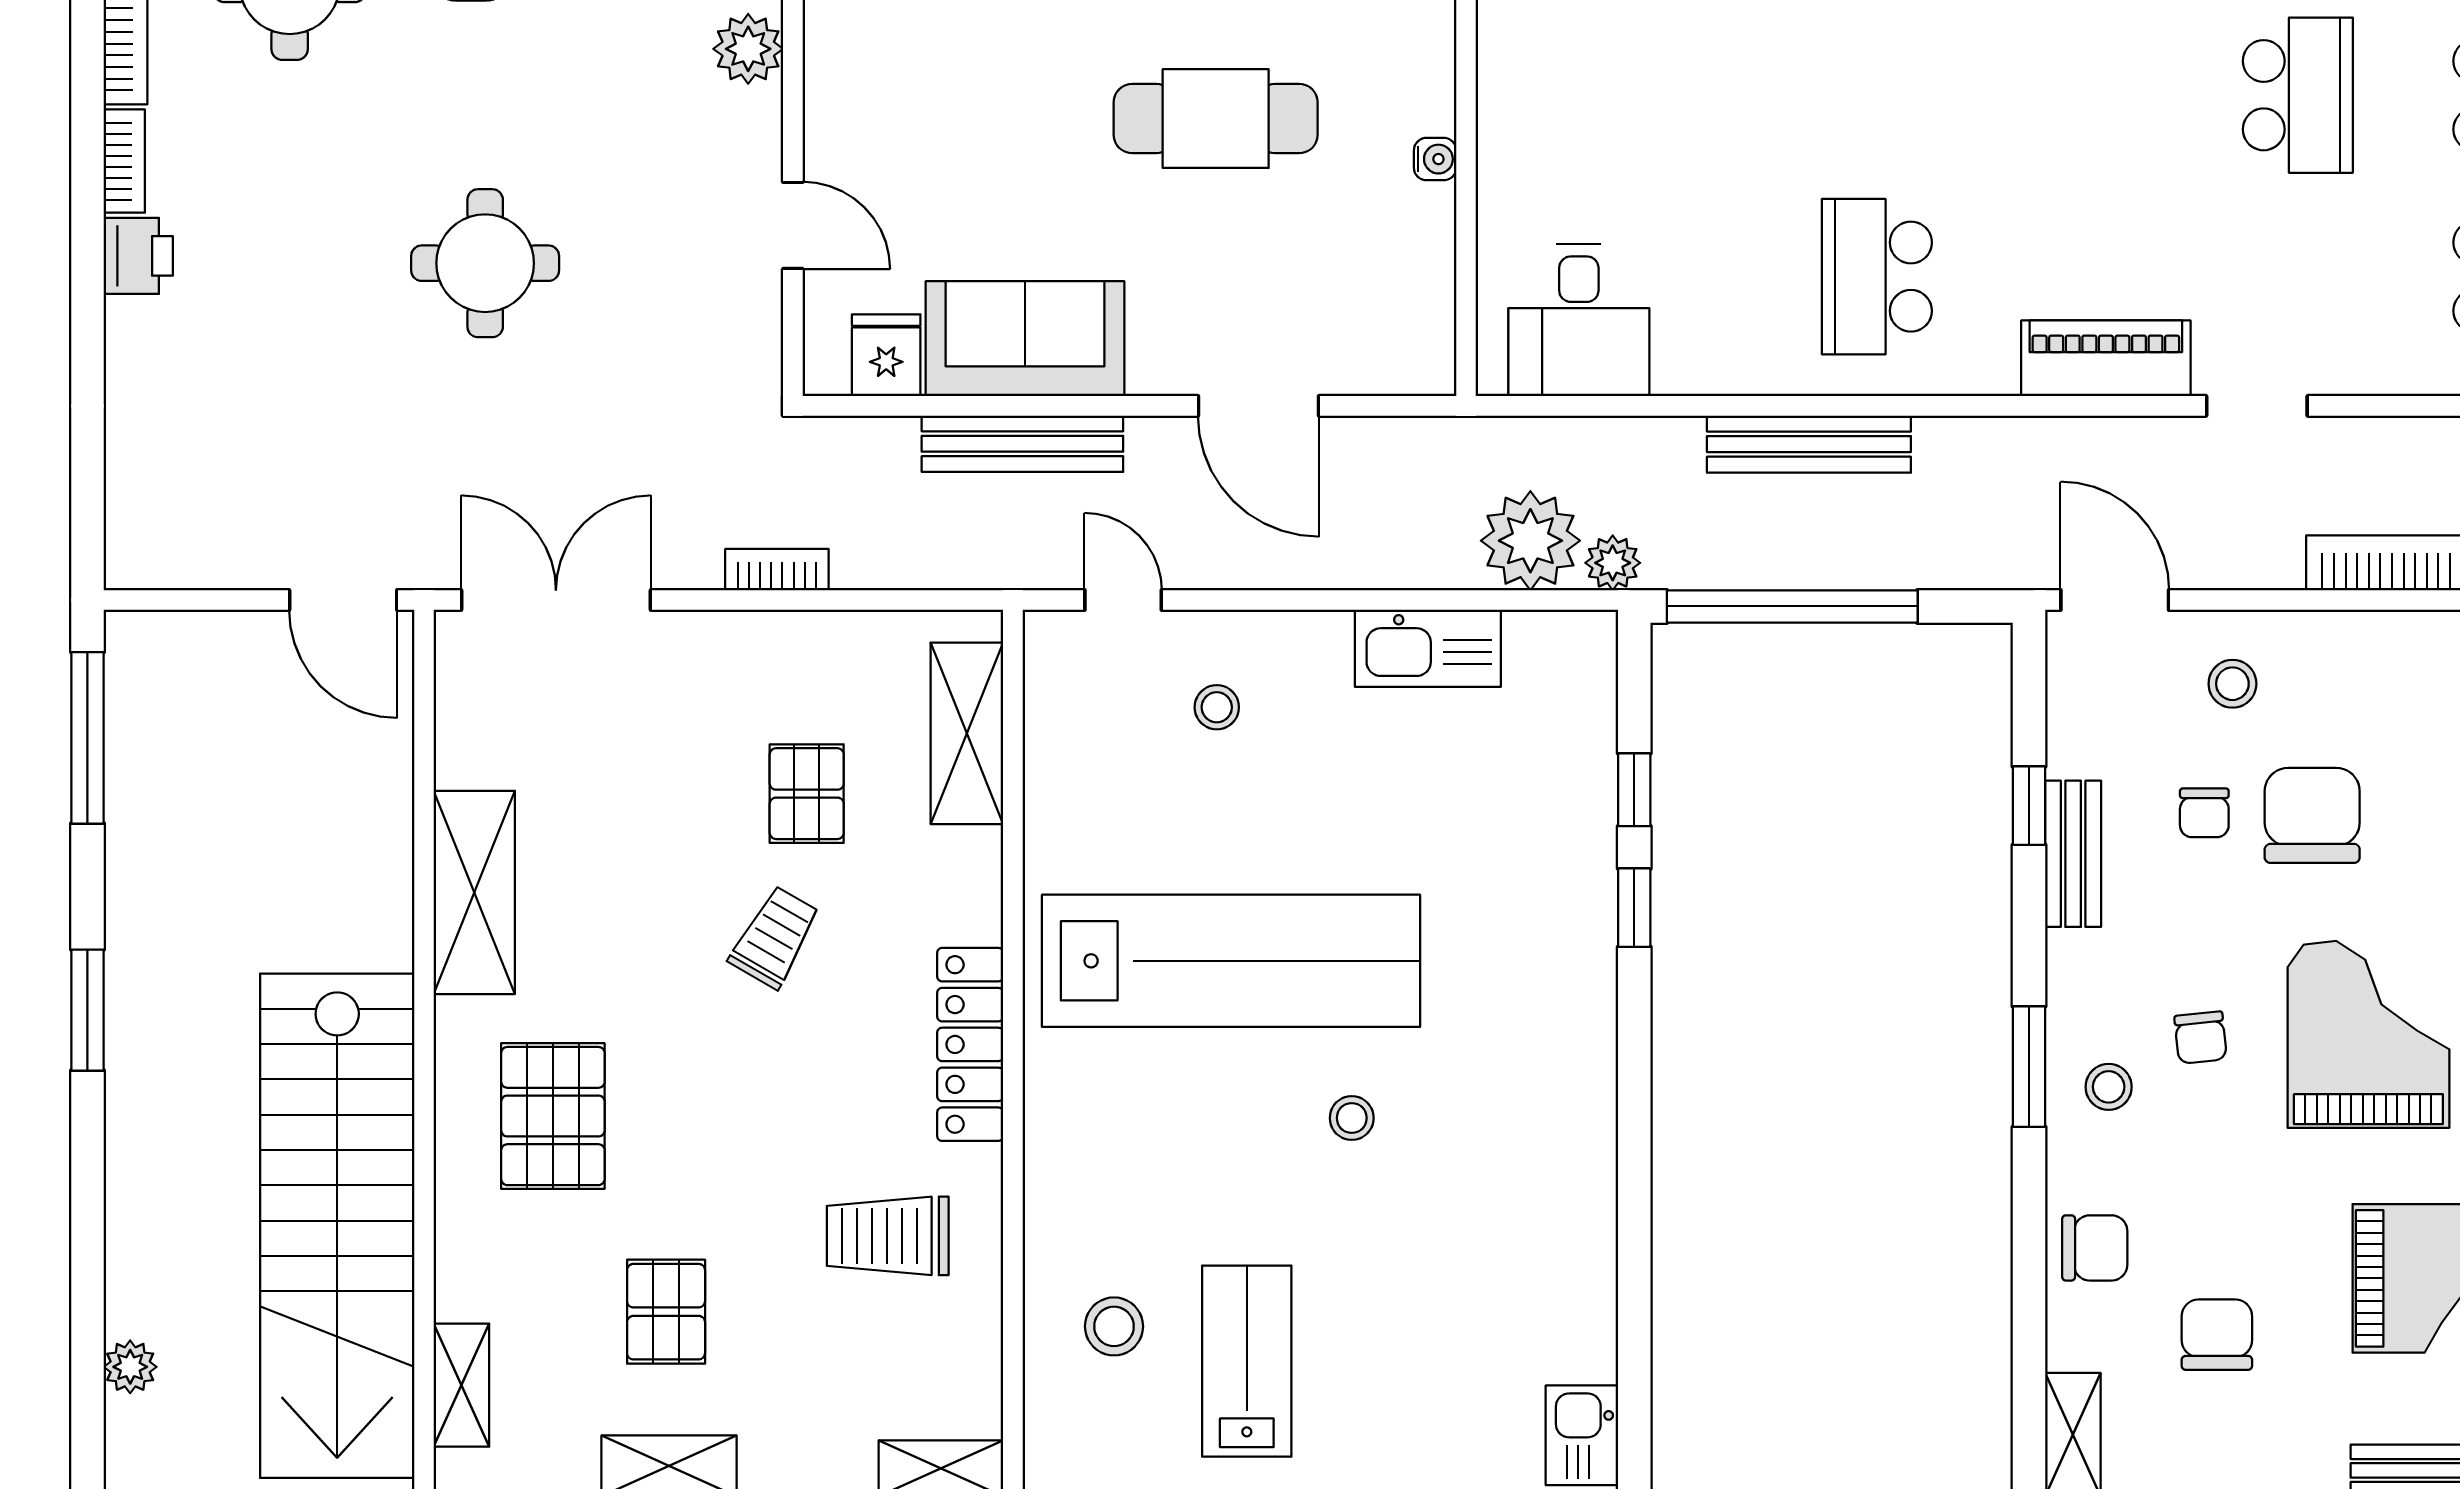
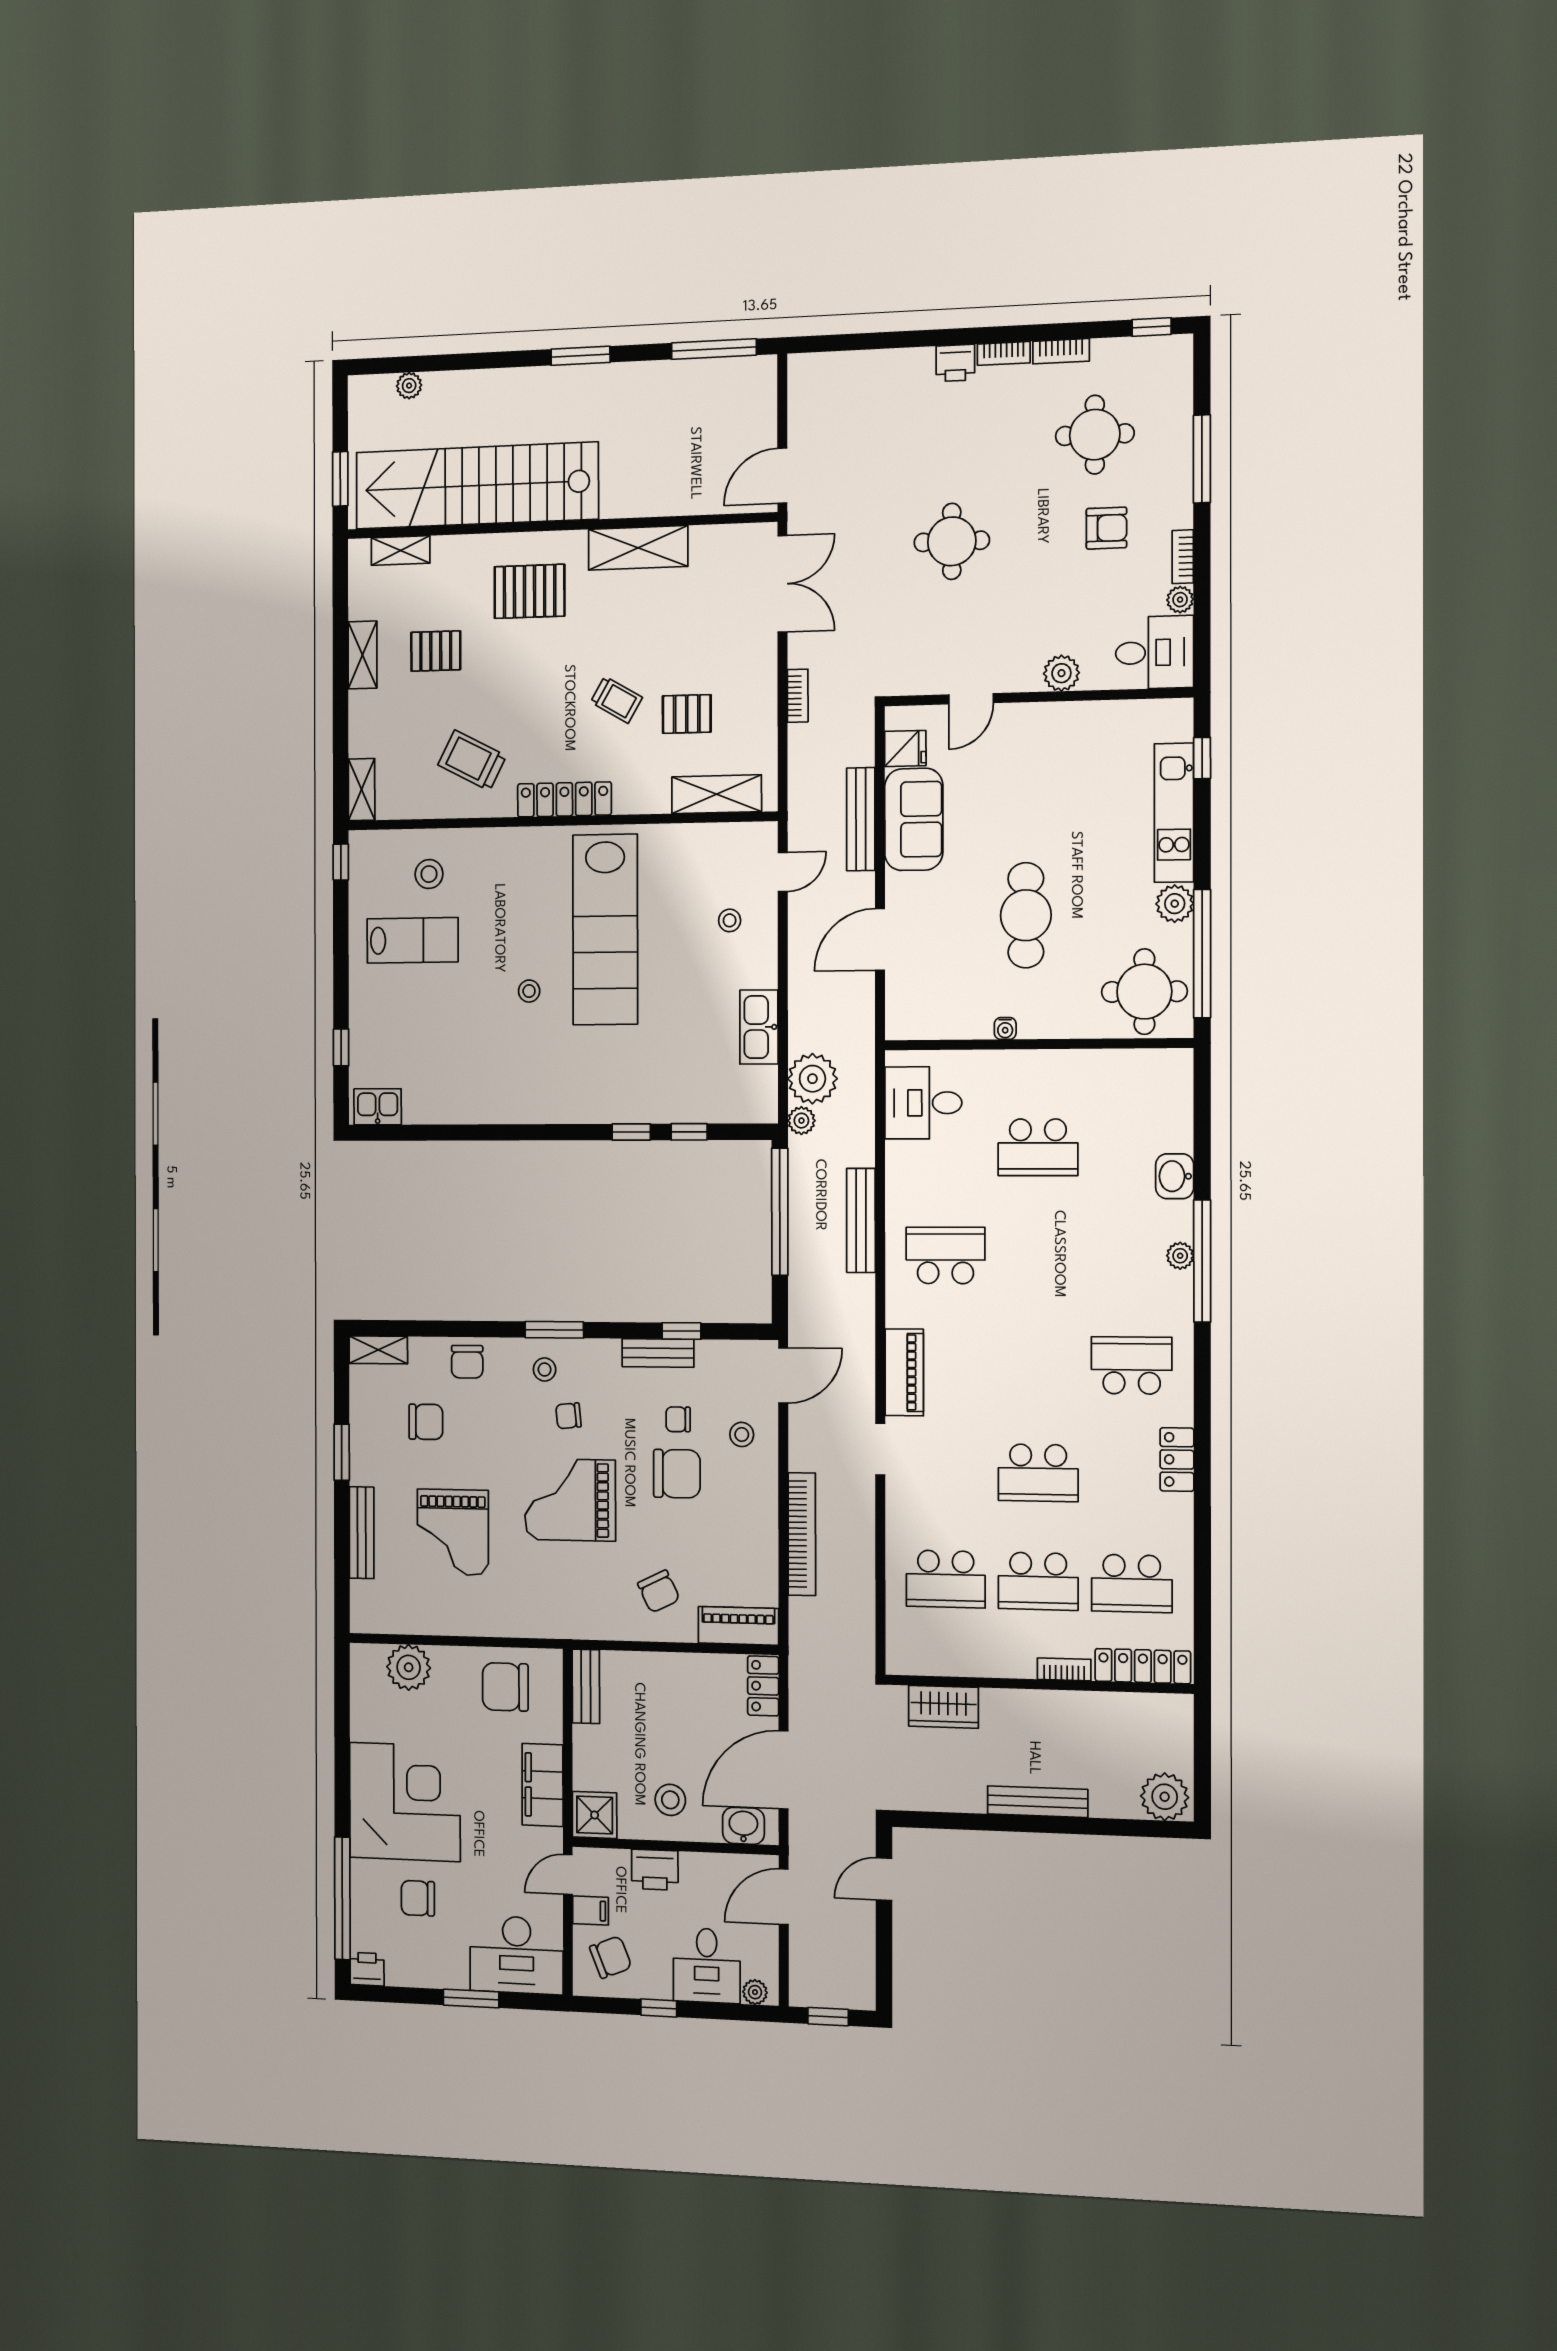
school desk: (1666, 95) -> (1038, 1147), added
grand piano: (2368, 1034) -> (570, 1500), turned 180
trolley: (888, 1236) -> (472, 760), turned -63

